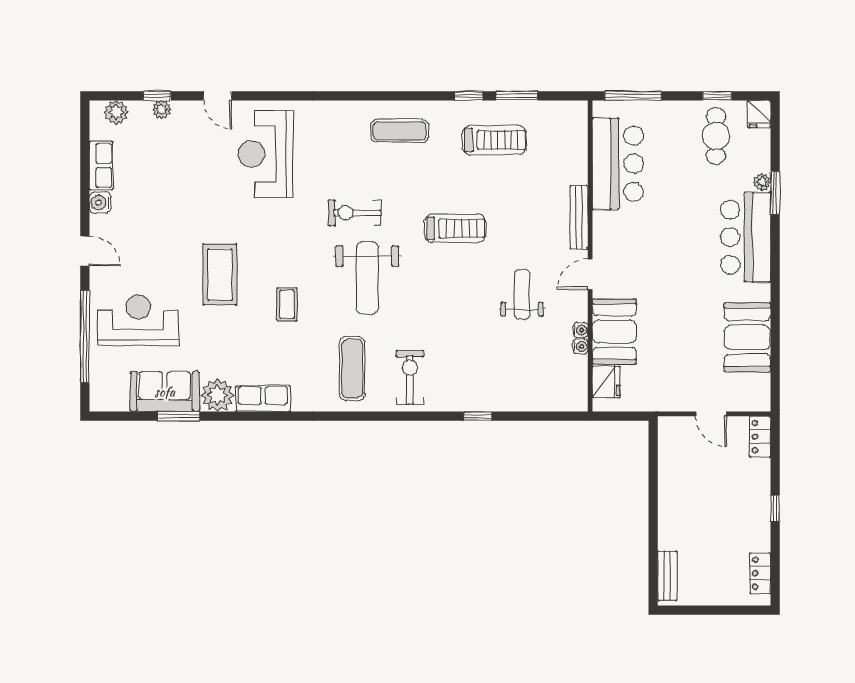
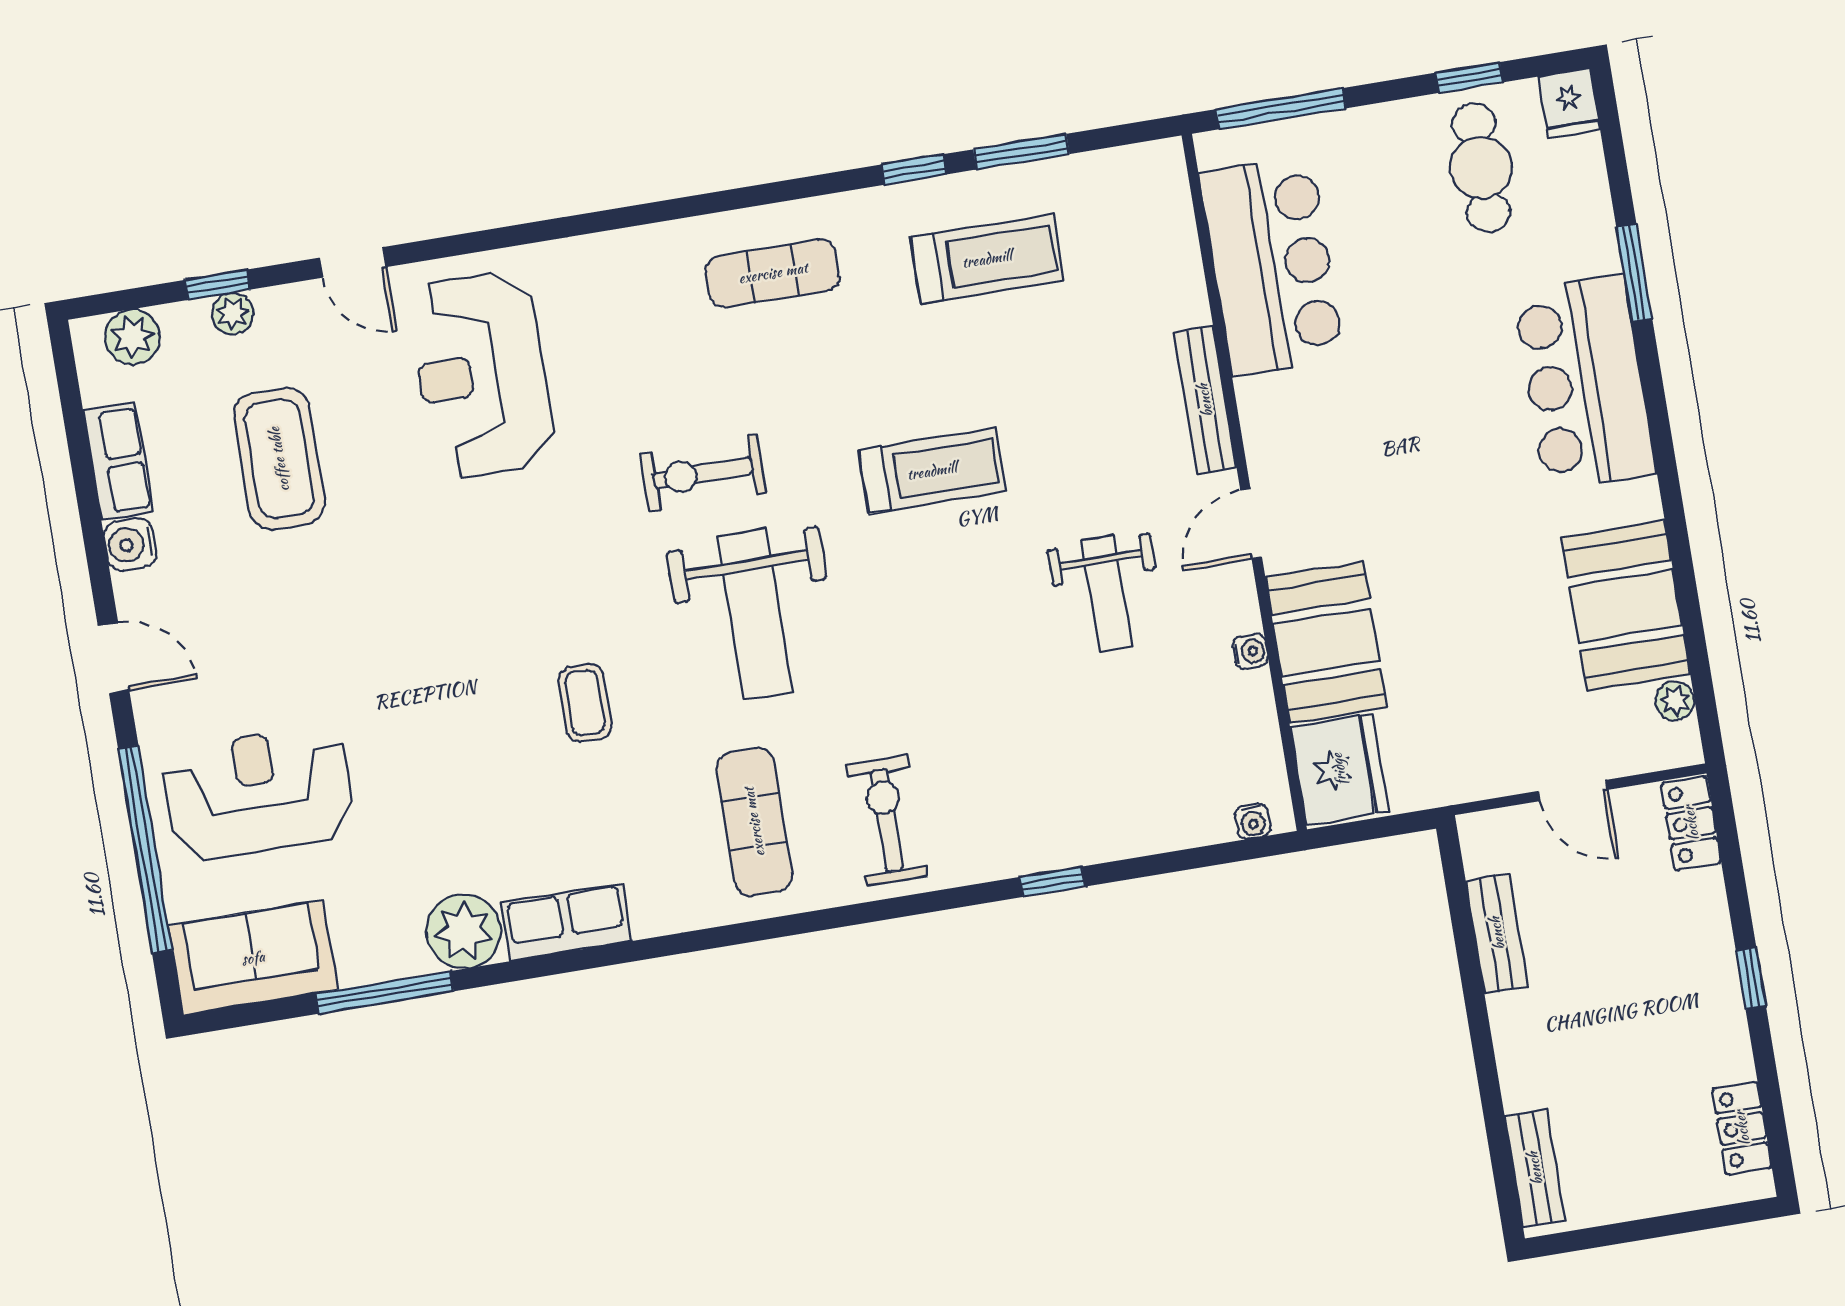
plant: (762, 182) -> (1675, 701), moved
coffee table: (220, 275) -> (279, 459), moved
weight bench: (522, 294) -> (1107, 593), turned 180
water cooler: (580, 347) -> (1253, 821), moved, turned 90
fridge: (606, 382) -> (1339, 769), width x1.36, depth x1.34
sofa: (165, 392) -> (253, 958), moved
window: (179, 416) -> (385, 992), width x1.44
bench: (667, 471) -> (1497, 933), added

